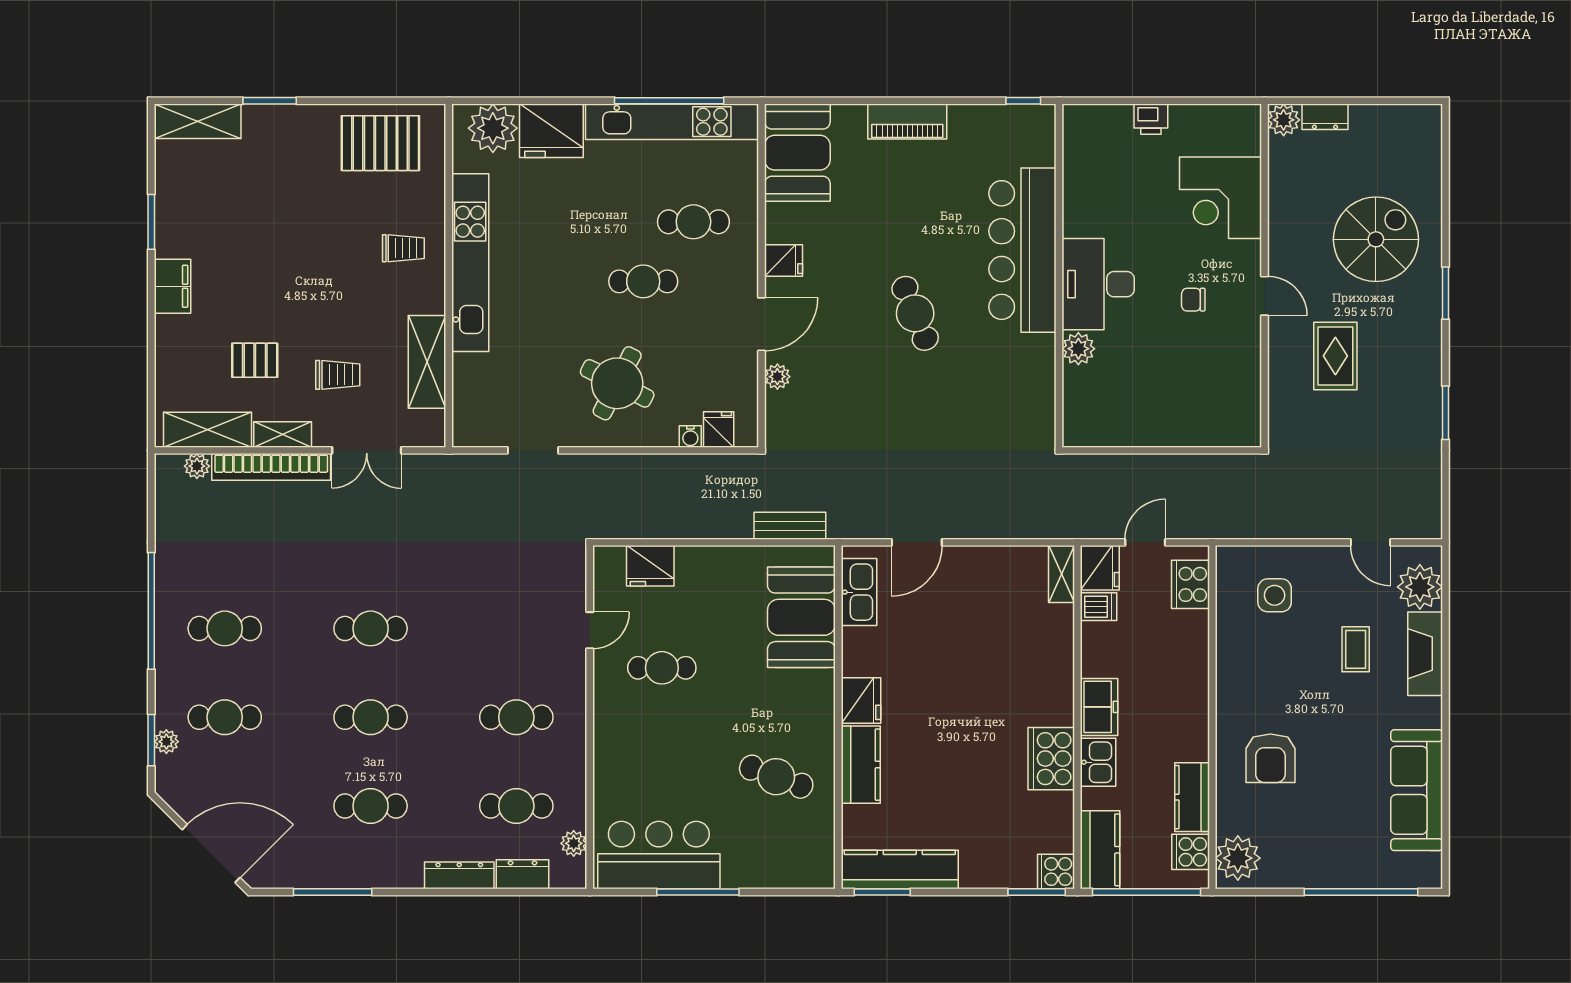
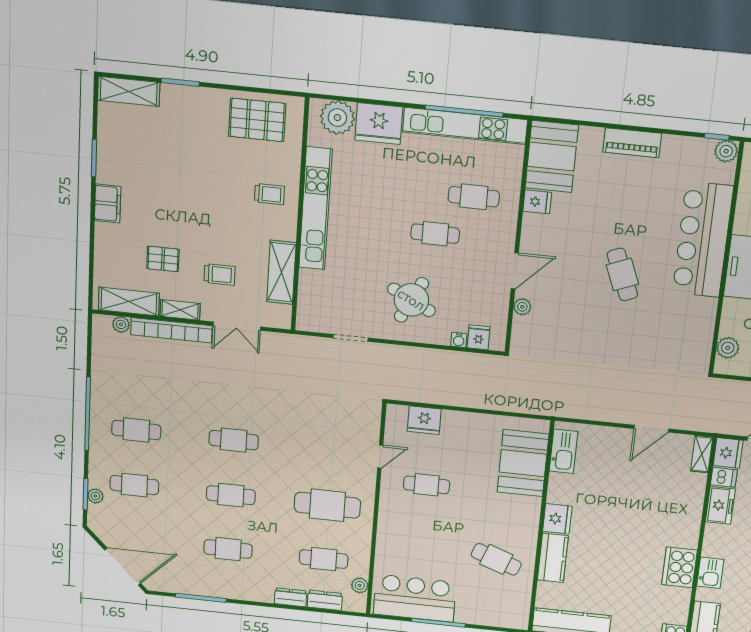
plant: (1039, 120) -> (726, 151), added
fridge: (783, 260) -> (537, 202), moved
plant: (1078, 349) -> (728, 348), moved
bench: (790, 526) -> (521, 404), removed
door: (917, 542) -> (651, 429), moved
freezer: (1099, 707) -> (720, 505), moved
cafe table: (516, 717) -> (327, 505), width x1.37, depth x1.35
dresser: (459, 875) -> (291, 597), width x0.70

